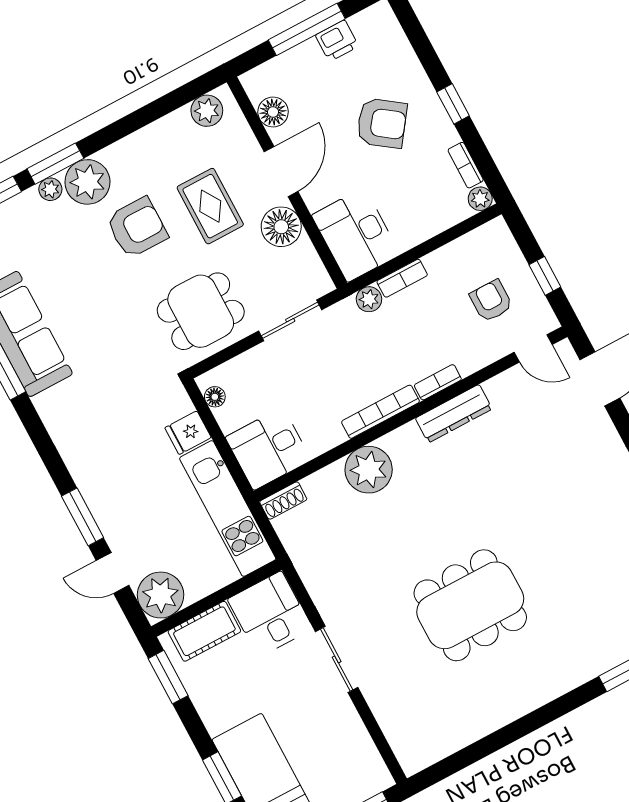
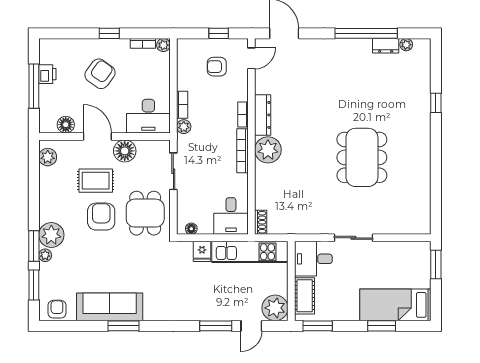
armchair: (137, 228) -> (101, 217), moved
plant: (369, 470) -> (268, 150), moved

